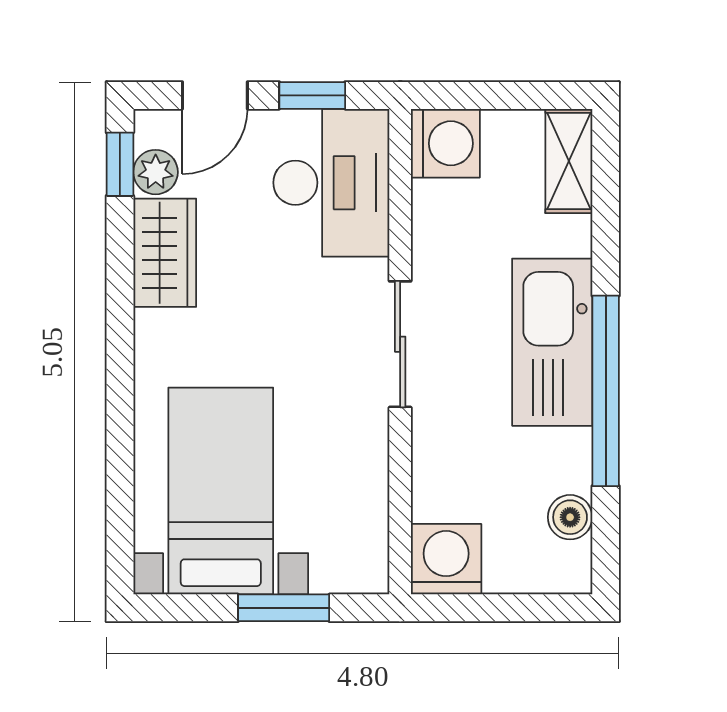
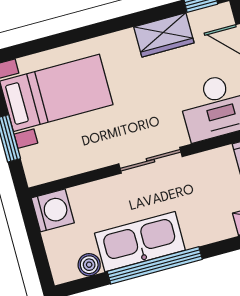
plant: (156, 172) -> (202, 20), removed
kitchen sink: (552, 342) -> (140, 242), moved

